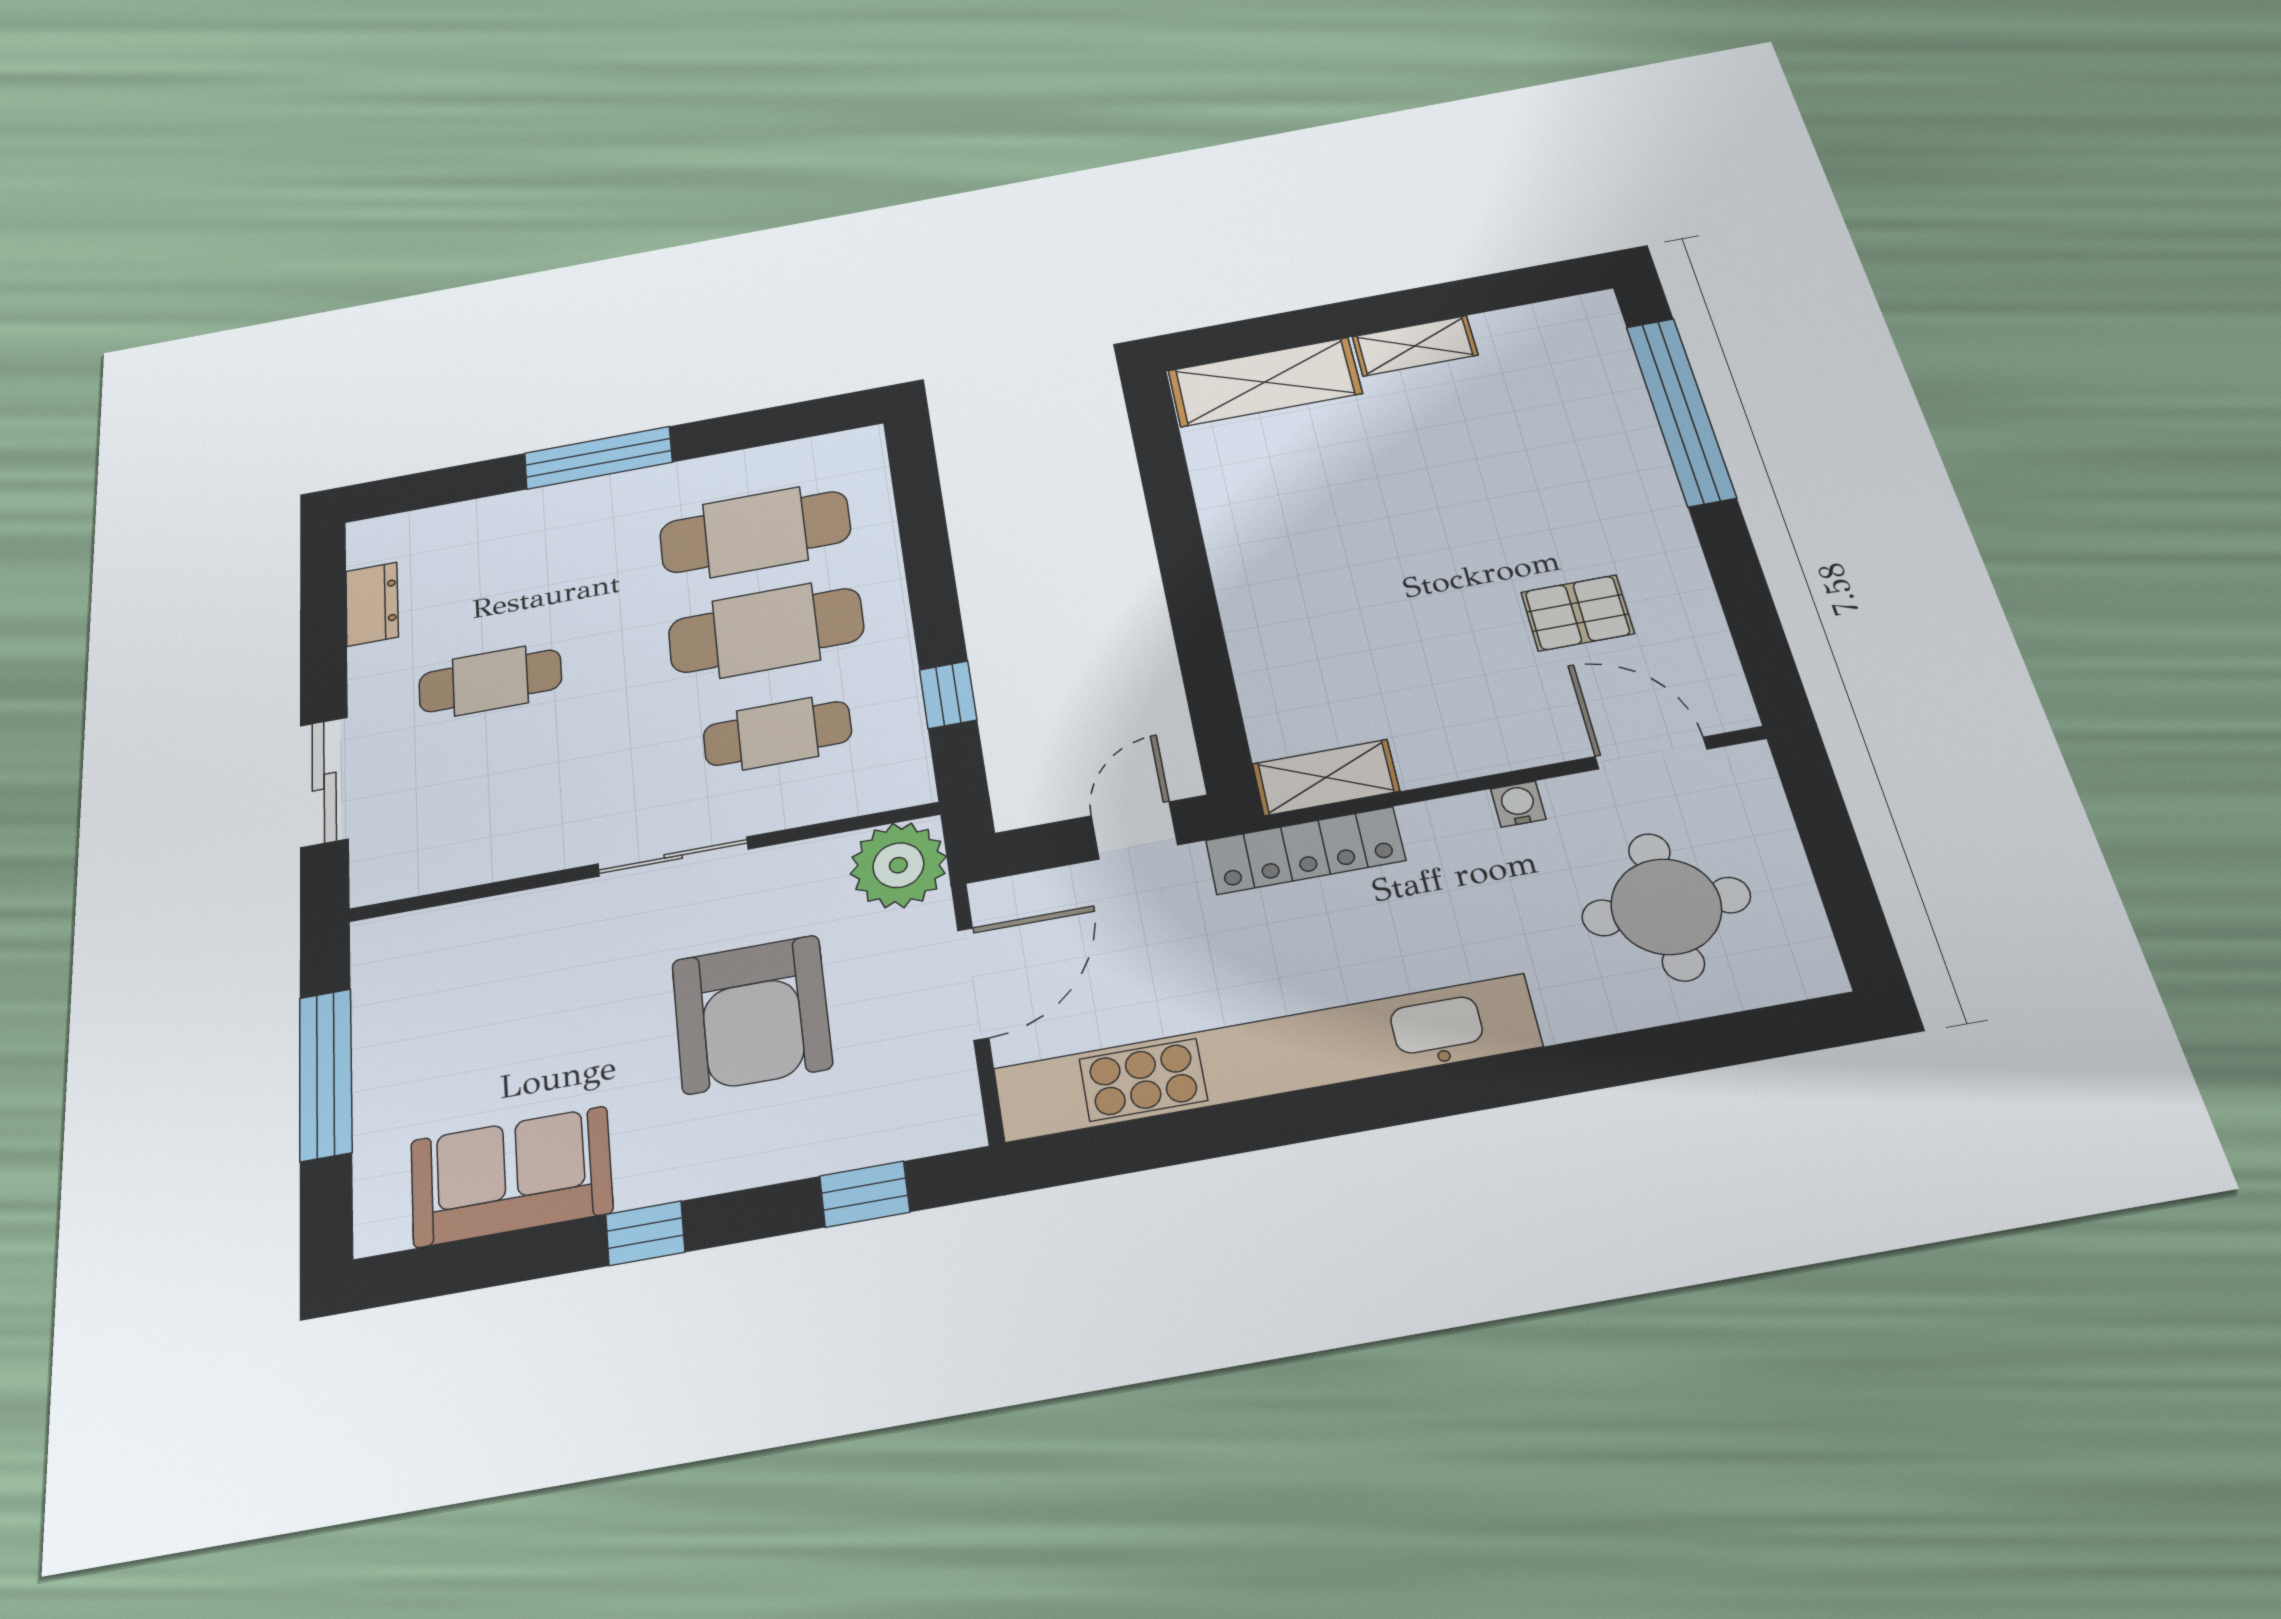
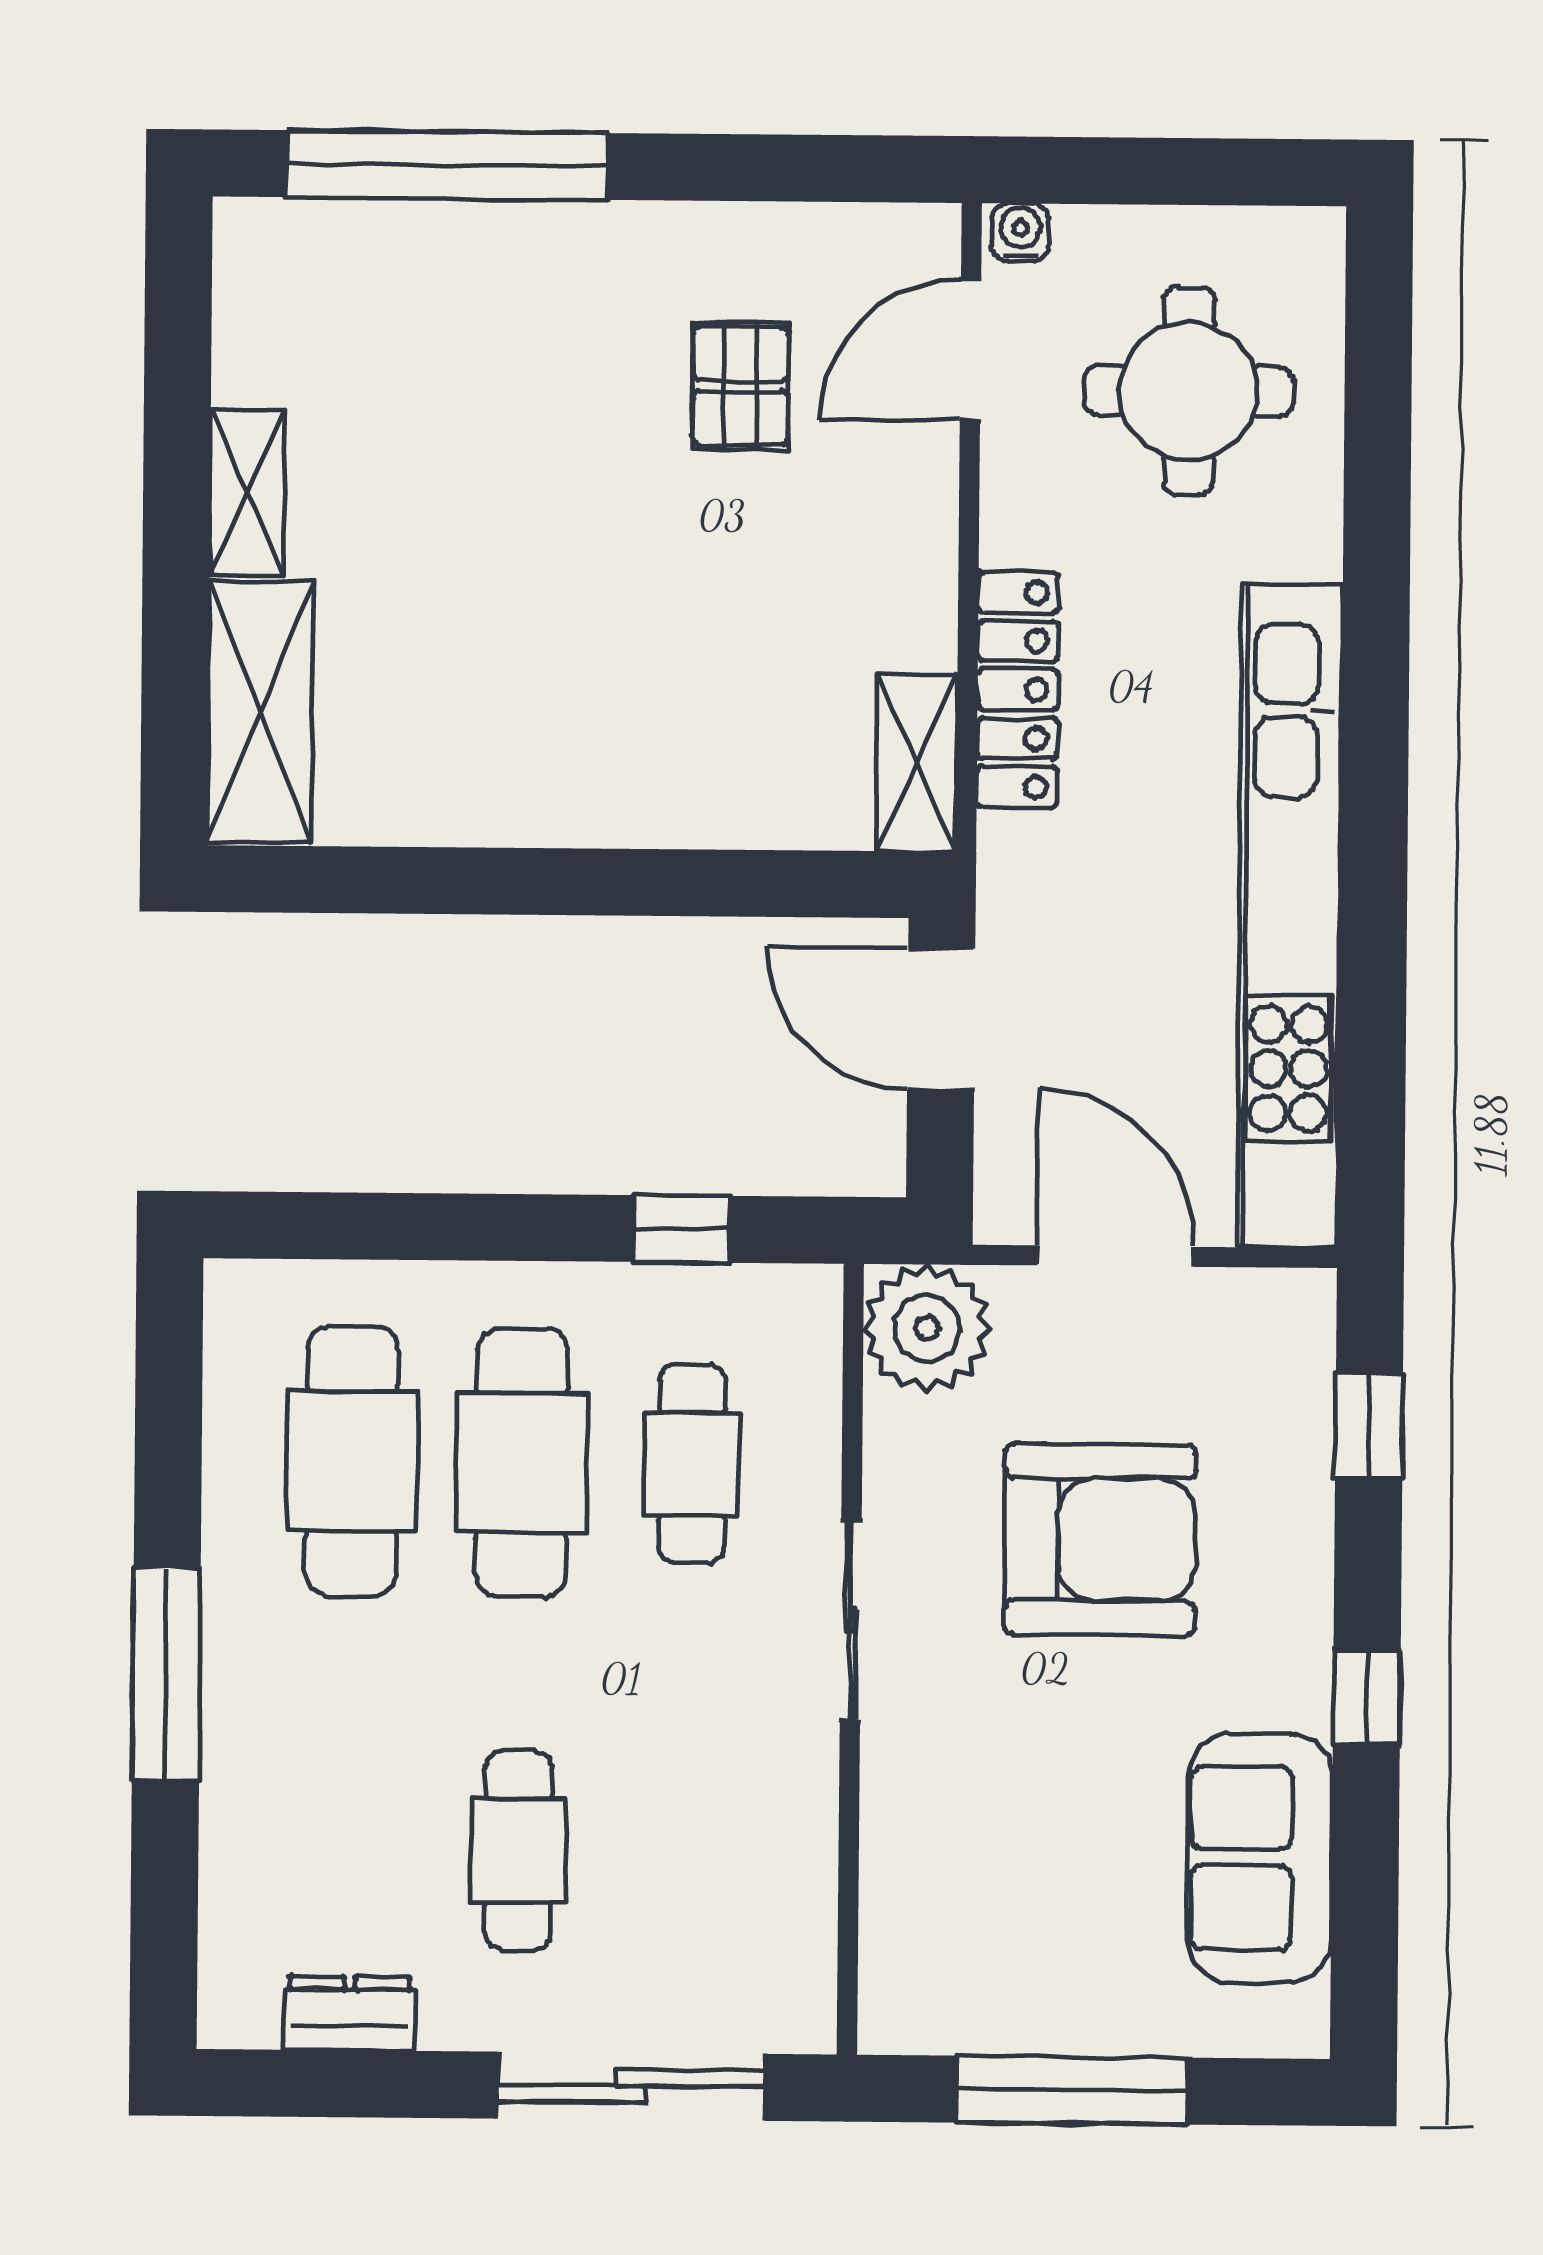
sliding door: (324, 782) -> (631, 2086), width x1.37
water cooler: (1518, 804) -> (1020, 232), moved, turned 90
door: (1134, 830) -> (941, 1019), width x1.38
locker: (1305, 850) -> (1018, 690), moved

